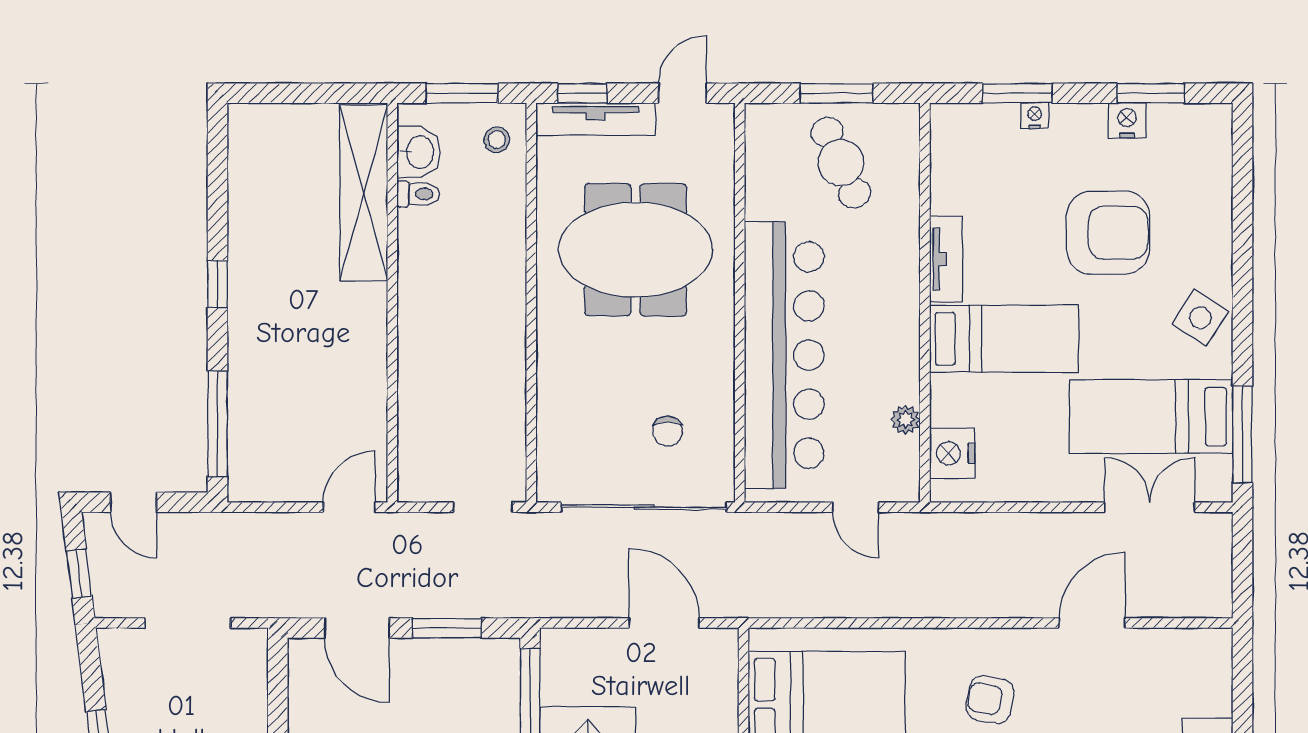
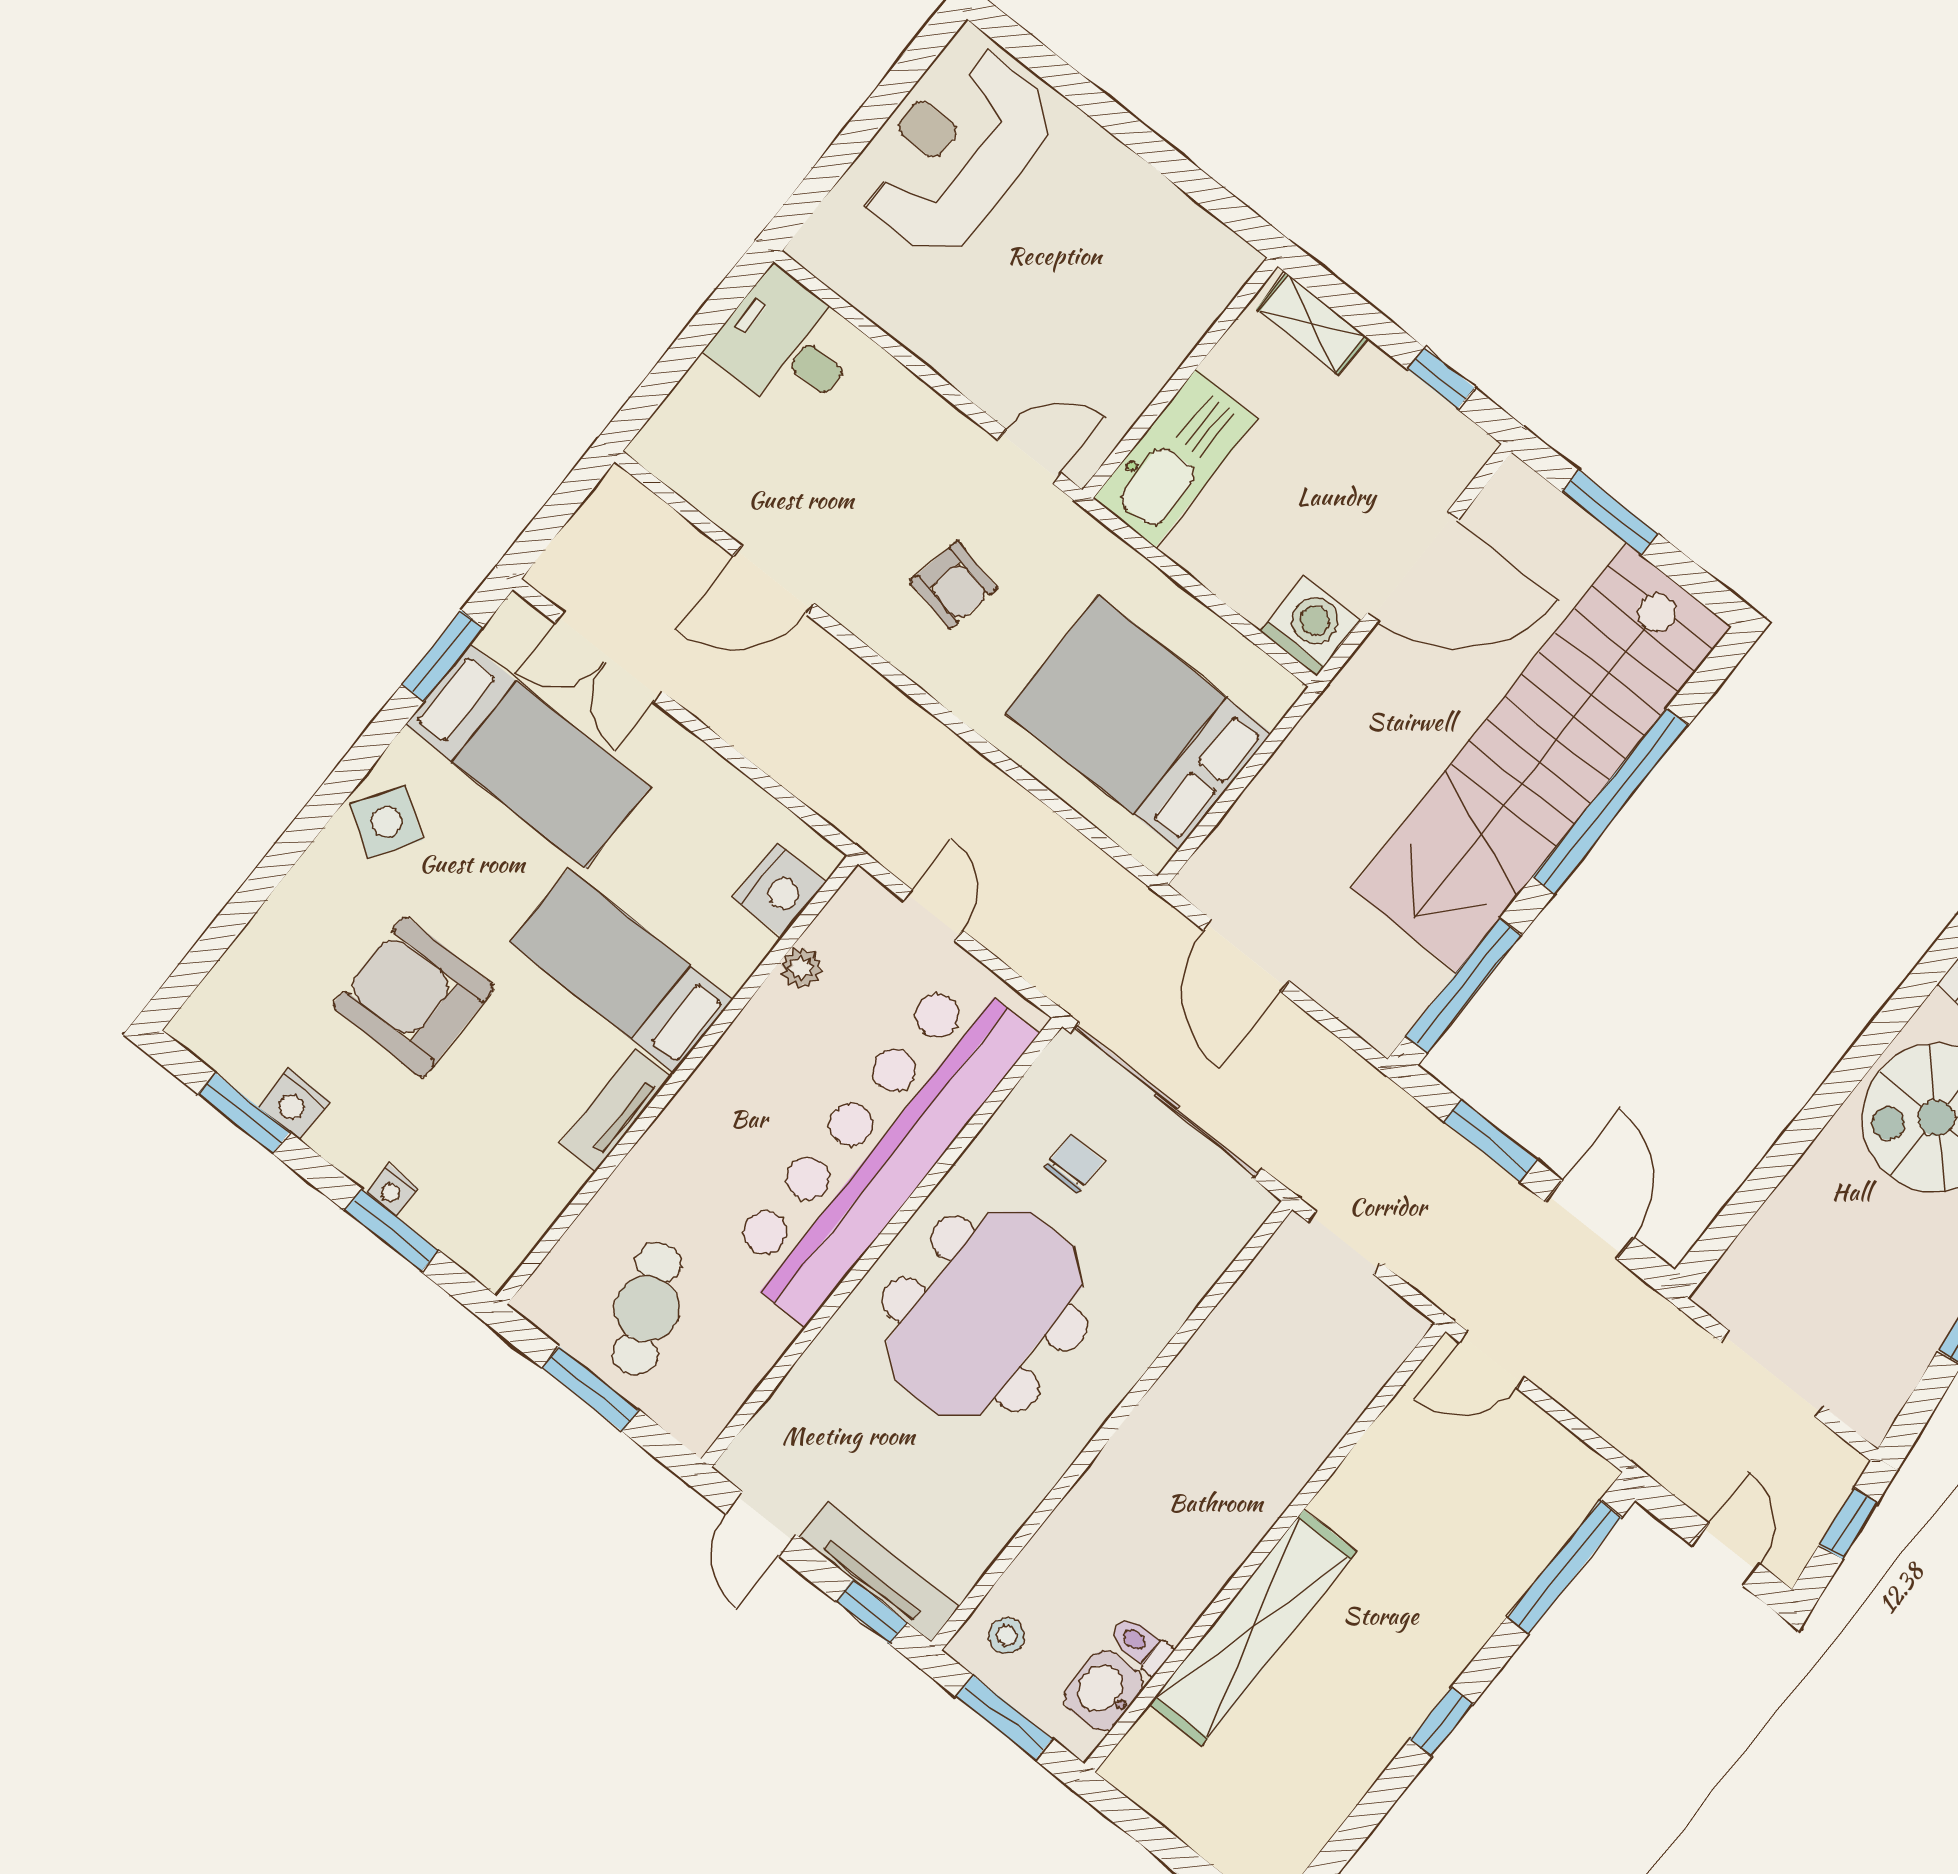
door: (682, 93) -> (761, 1524), hinge flipped
shelving: (364, 193) -> (1253, 1628), moved
meeting table: (636, 250) -> (985, 1314), moved, turned 90
window: (1242, 434) -> (442, 656), width x0.69

